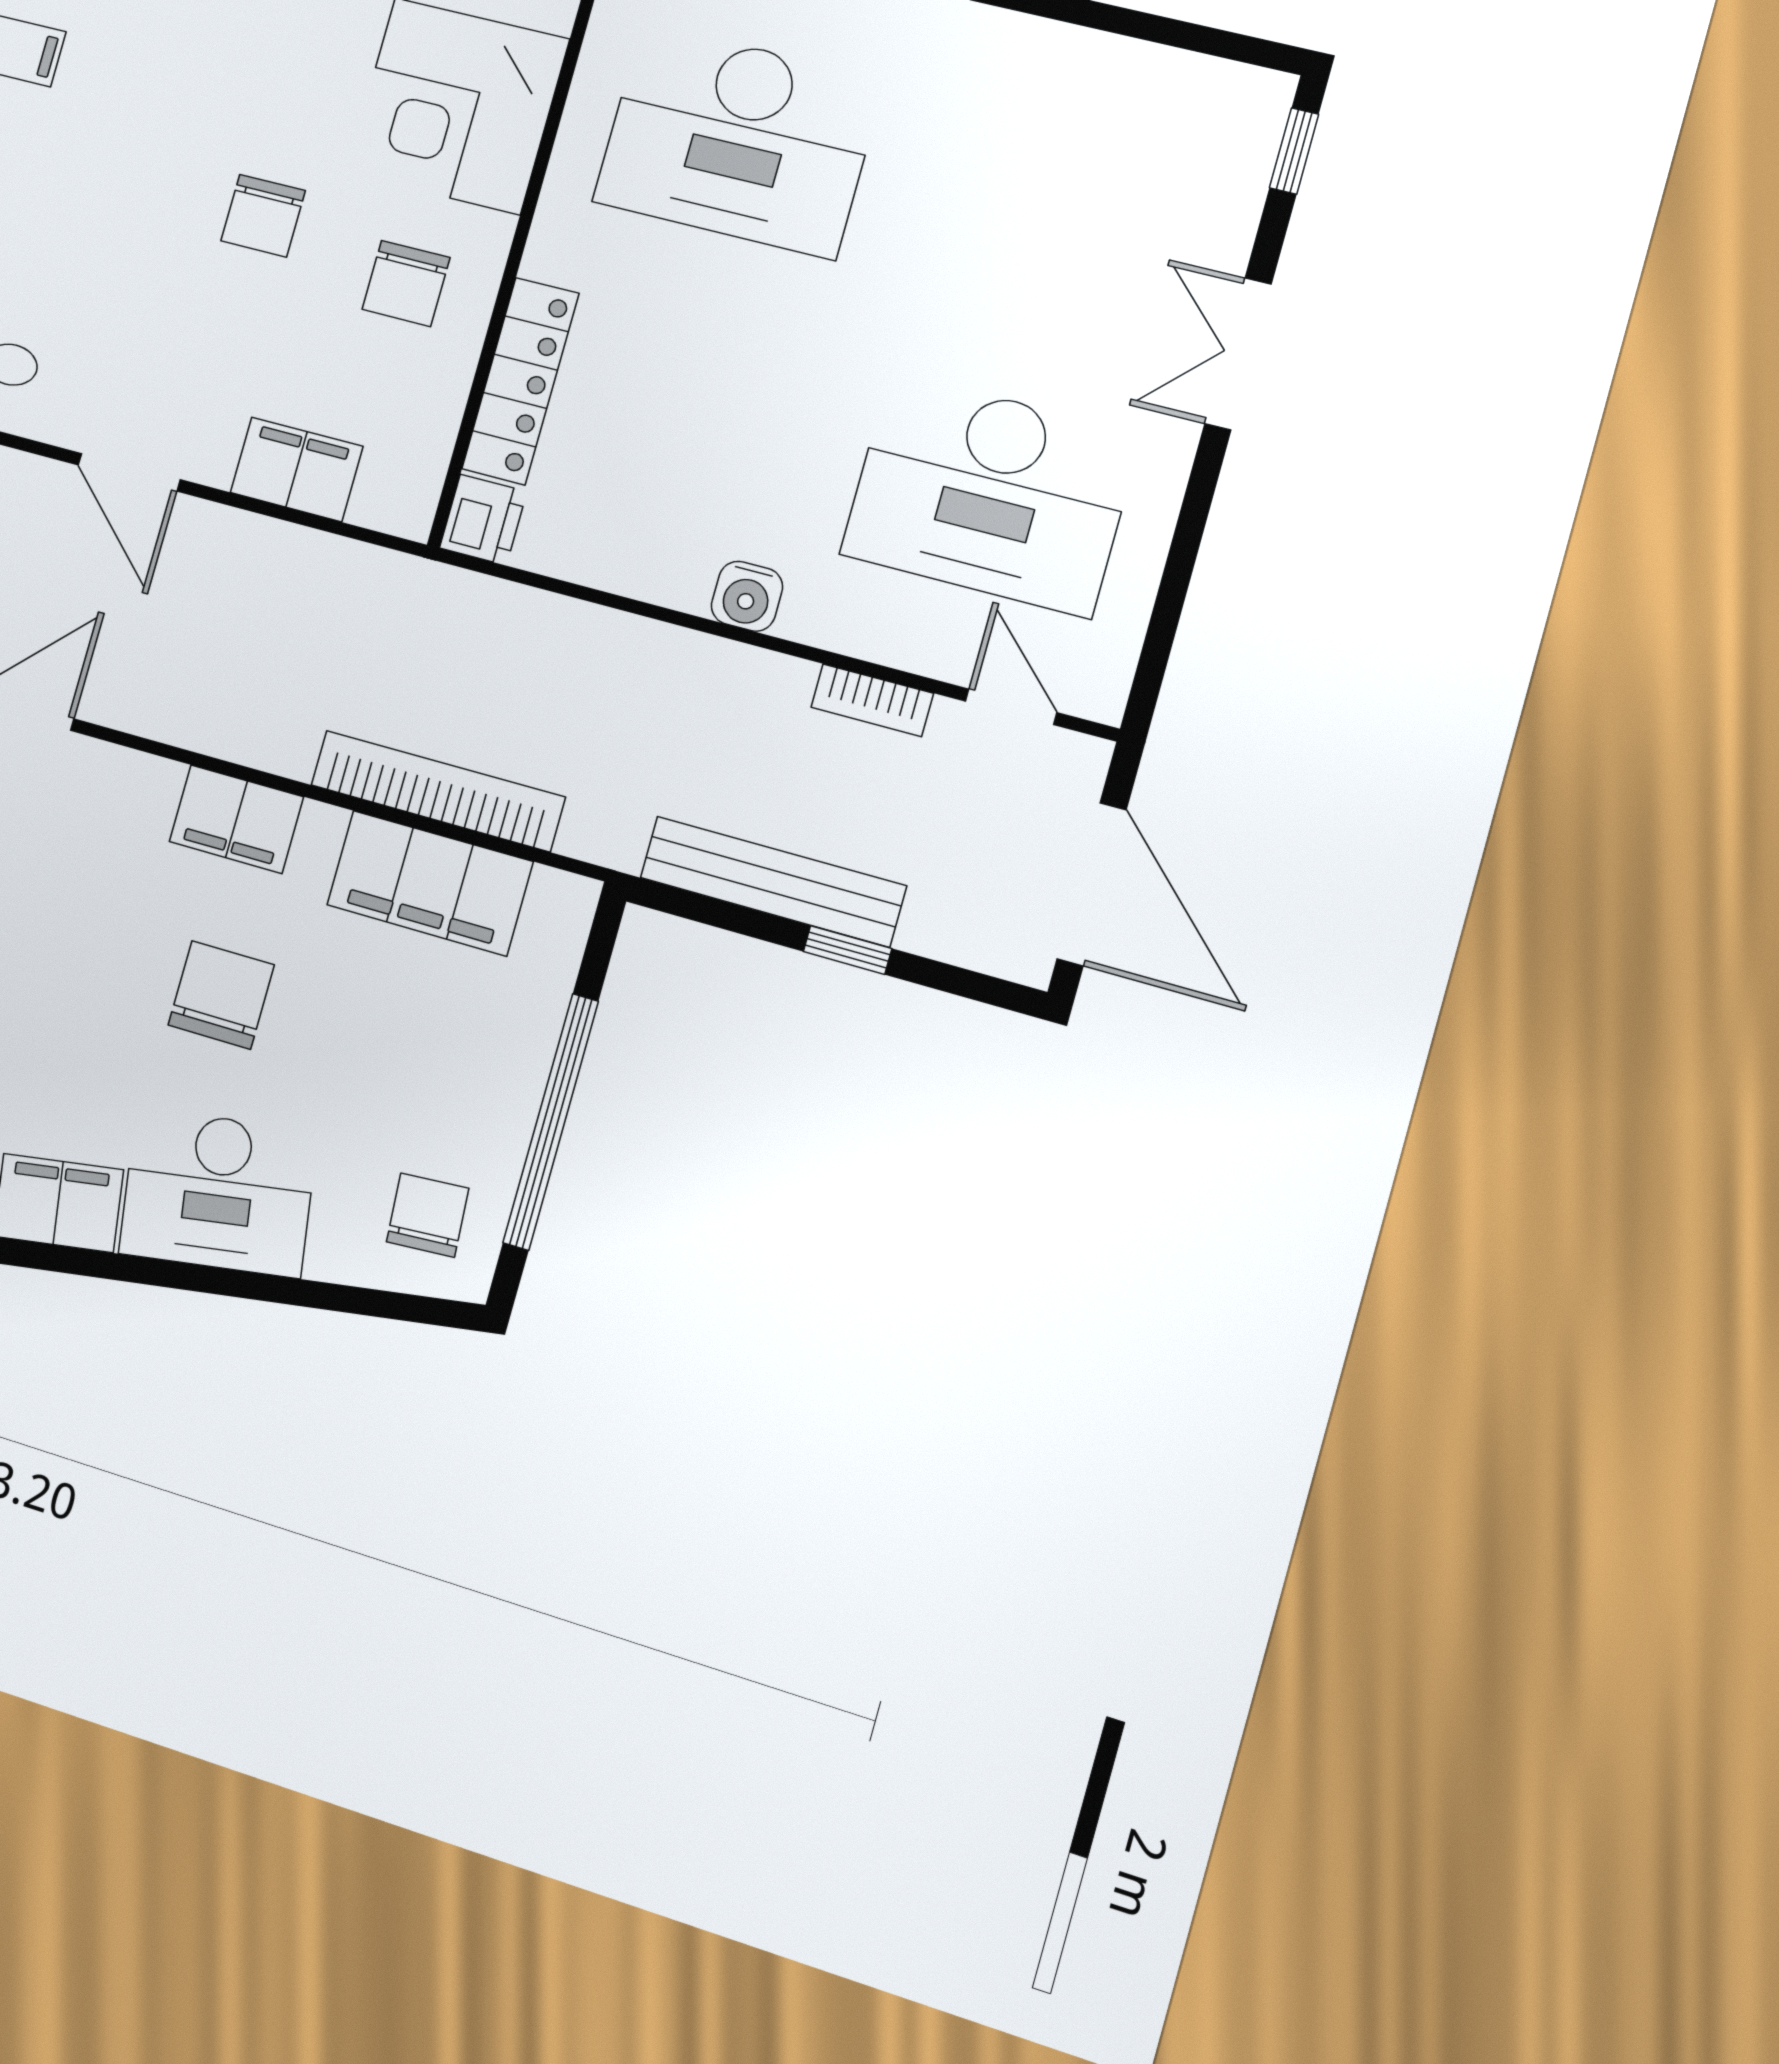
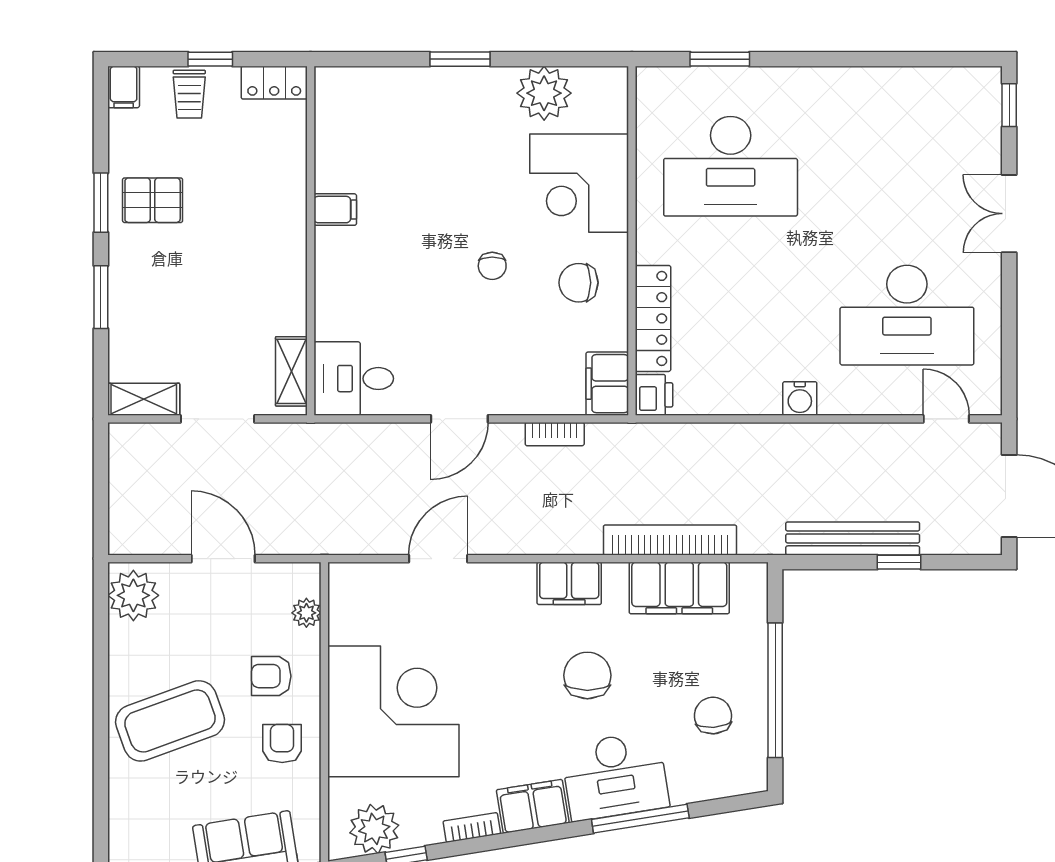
chair: (263, 216) -> (492, 266), width x0.73, depth x0.73
chair: (406, 284) -> (579, 283), turned 90
filing cabinet: (297, 469) -> (607, 384), moved, turned -90
door: (129, 472) -> (459, 419), hinge flipped
bookcase: (872, 700) -> (555, 434), moved
chair: (428, 1215) -> (713, 716), moved
window: (241, 1284) -> (640, 819), added

